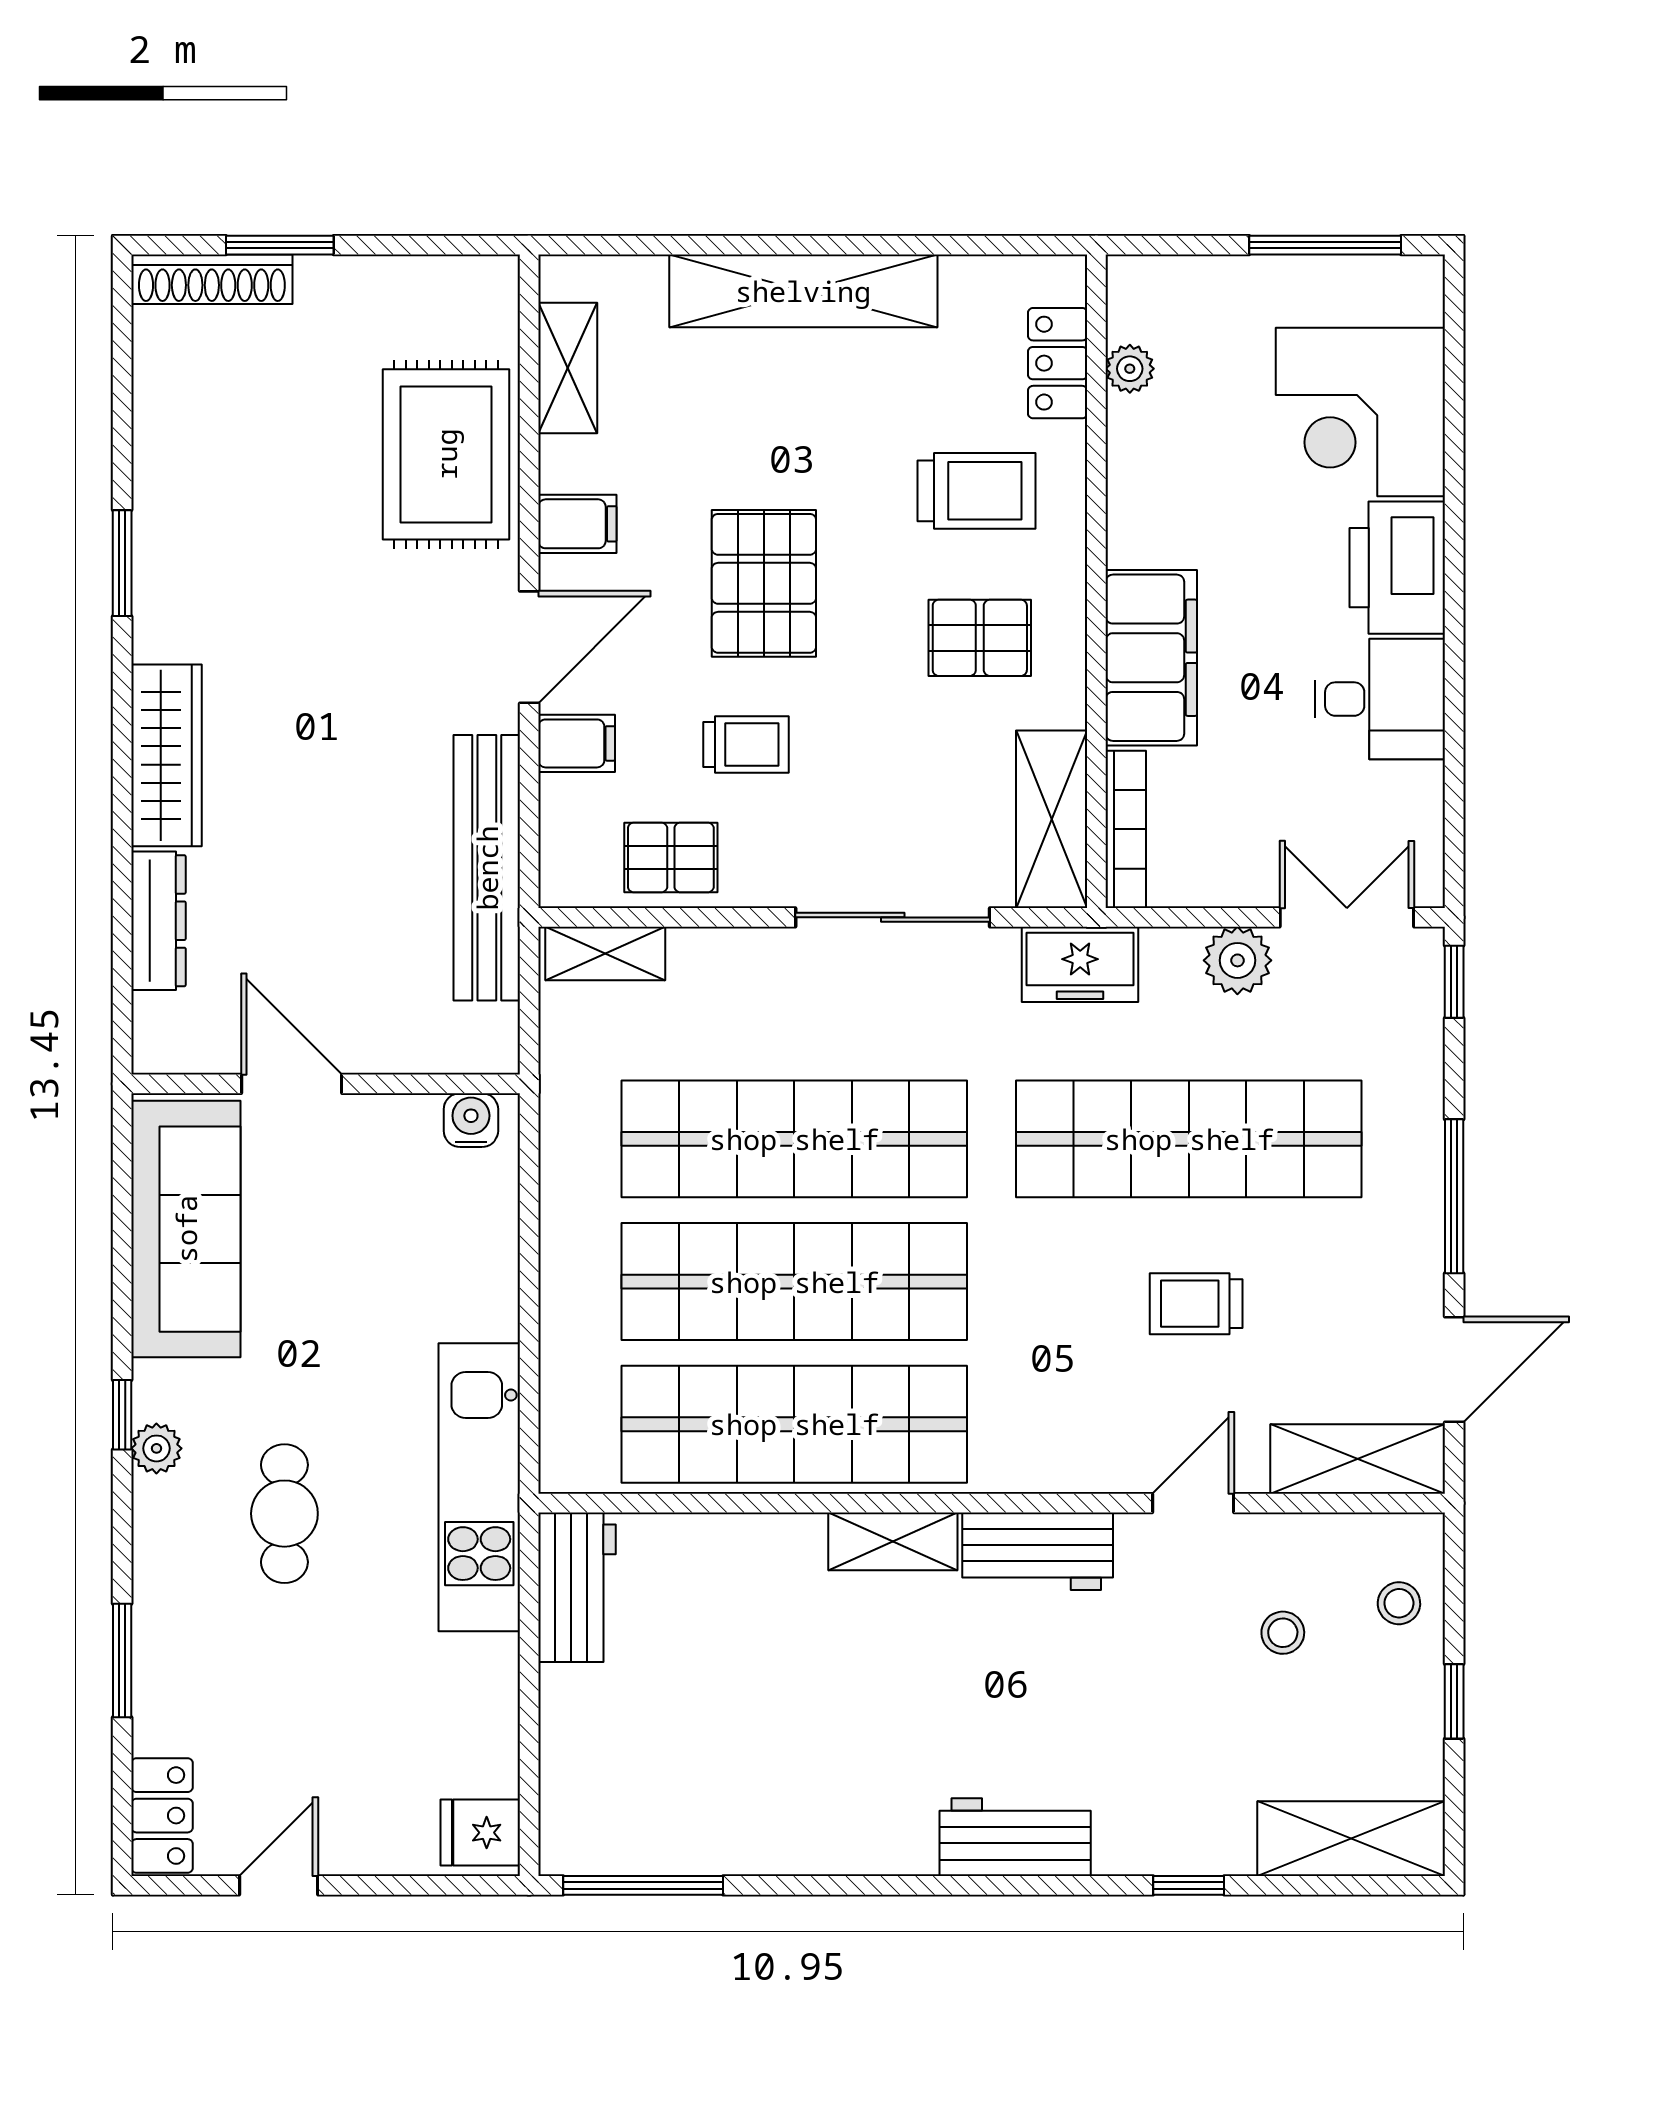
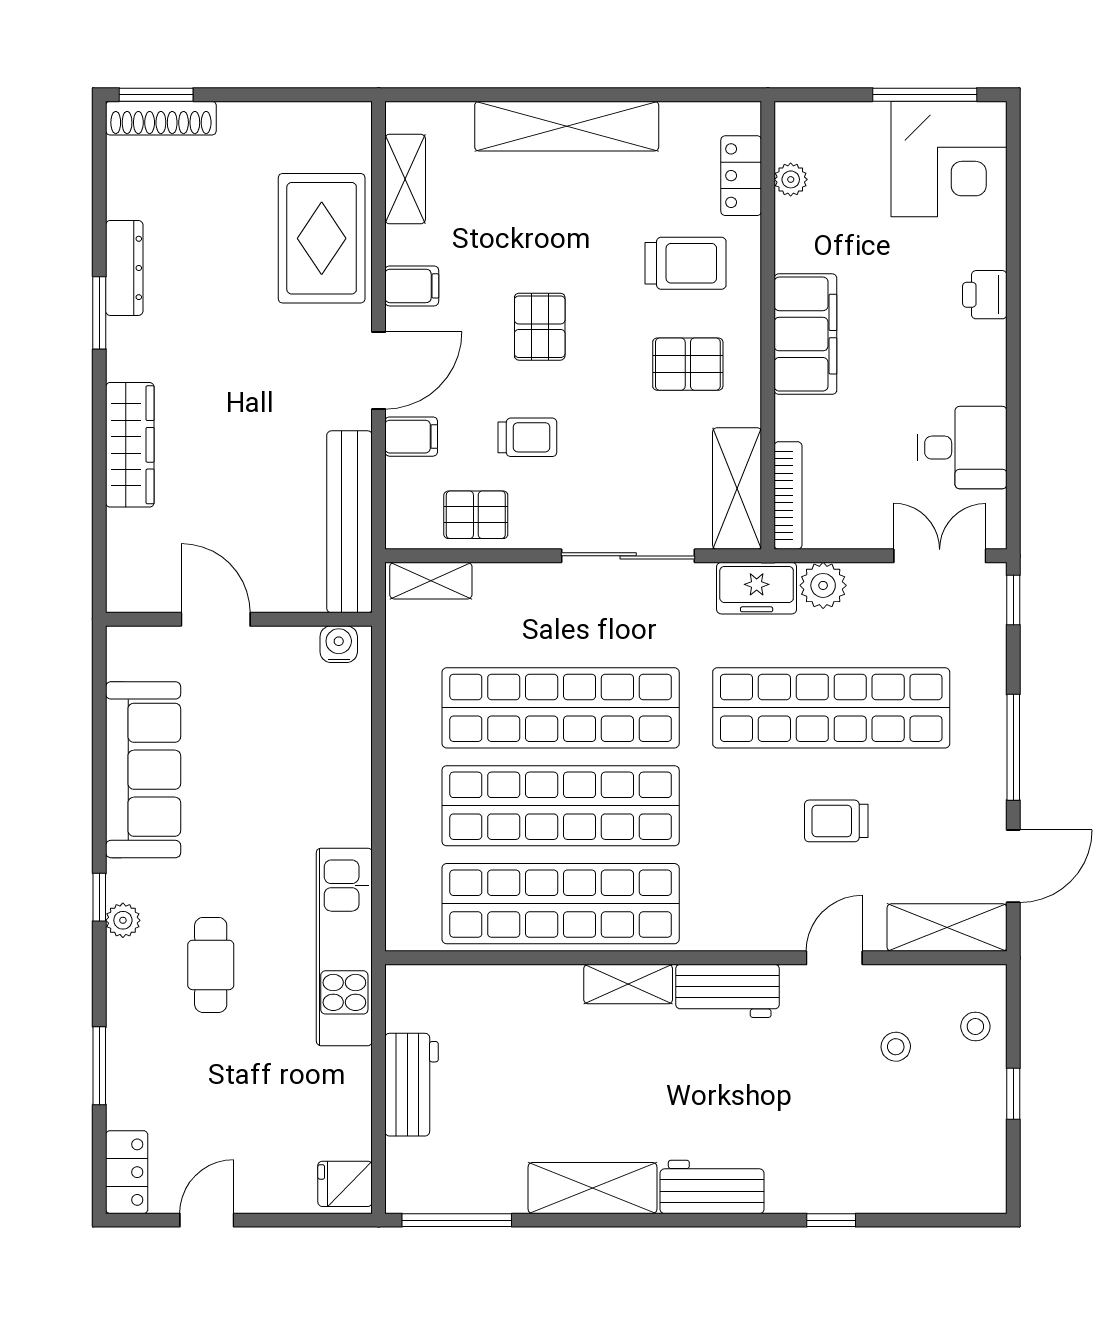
window: (280, 245) -> (156, 95), moved
corner desk: (1360, 412) -> (949, 159), moved, turned -90
printer: (1397, 568) -> (985, 295), width x0.53, depth x0.68
pallet: (764, 583) -> (540, 327), width x0.67, depth x0.71
filing cabinet: (1151, 658) -> (805, 334), moved
desk: (1380, 699) -> (962, 448), moved
dresser: (158, 921) -> (124, 268), moved
plant: (1237, 960) -> (823, 585), moved
door: (292, 1084) -> (216, 619), moved
wall: (326, 1084) -> (239, 619), moved
water cooler: (471, 1120) -> (339, 644), moved
workbench: (577, 1587) -> (411, 1085), moved
shelving: (1351, 1839) -> (593, 1188), moved

